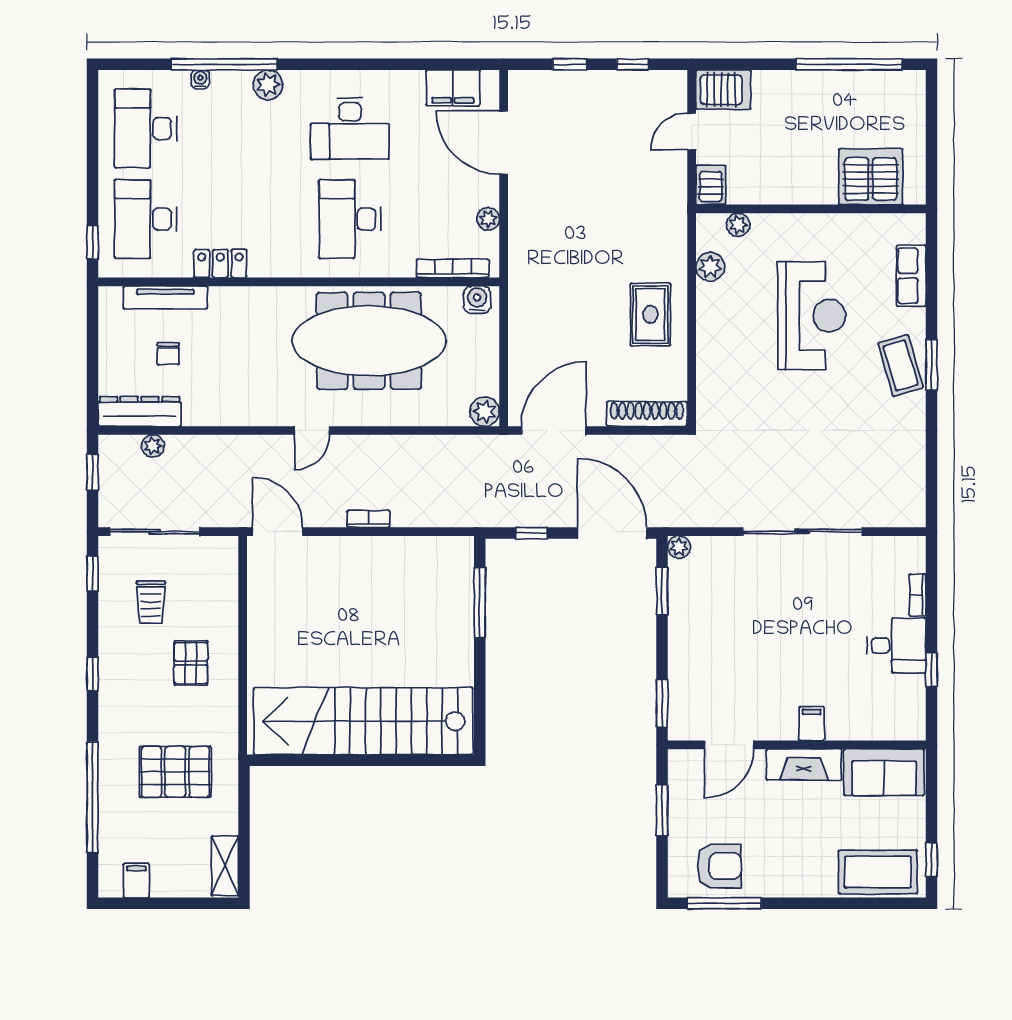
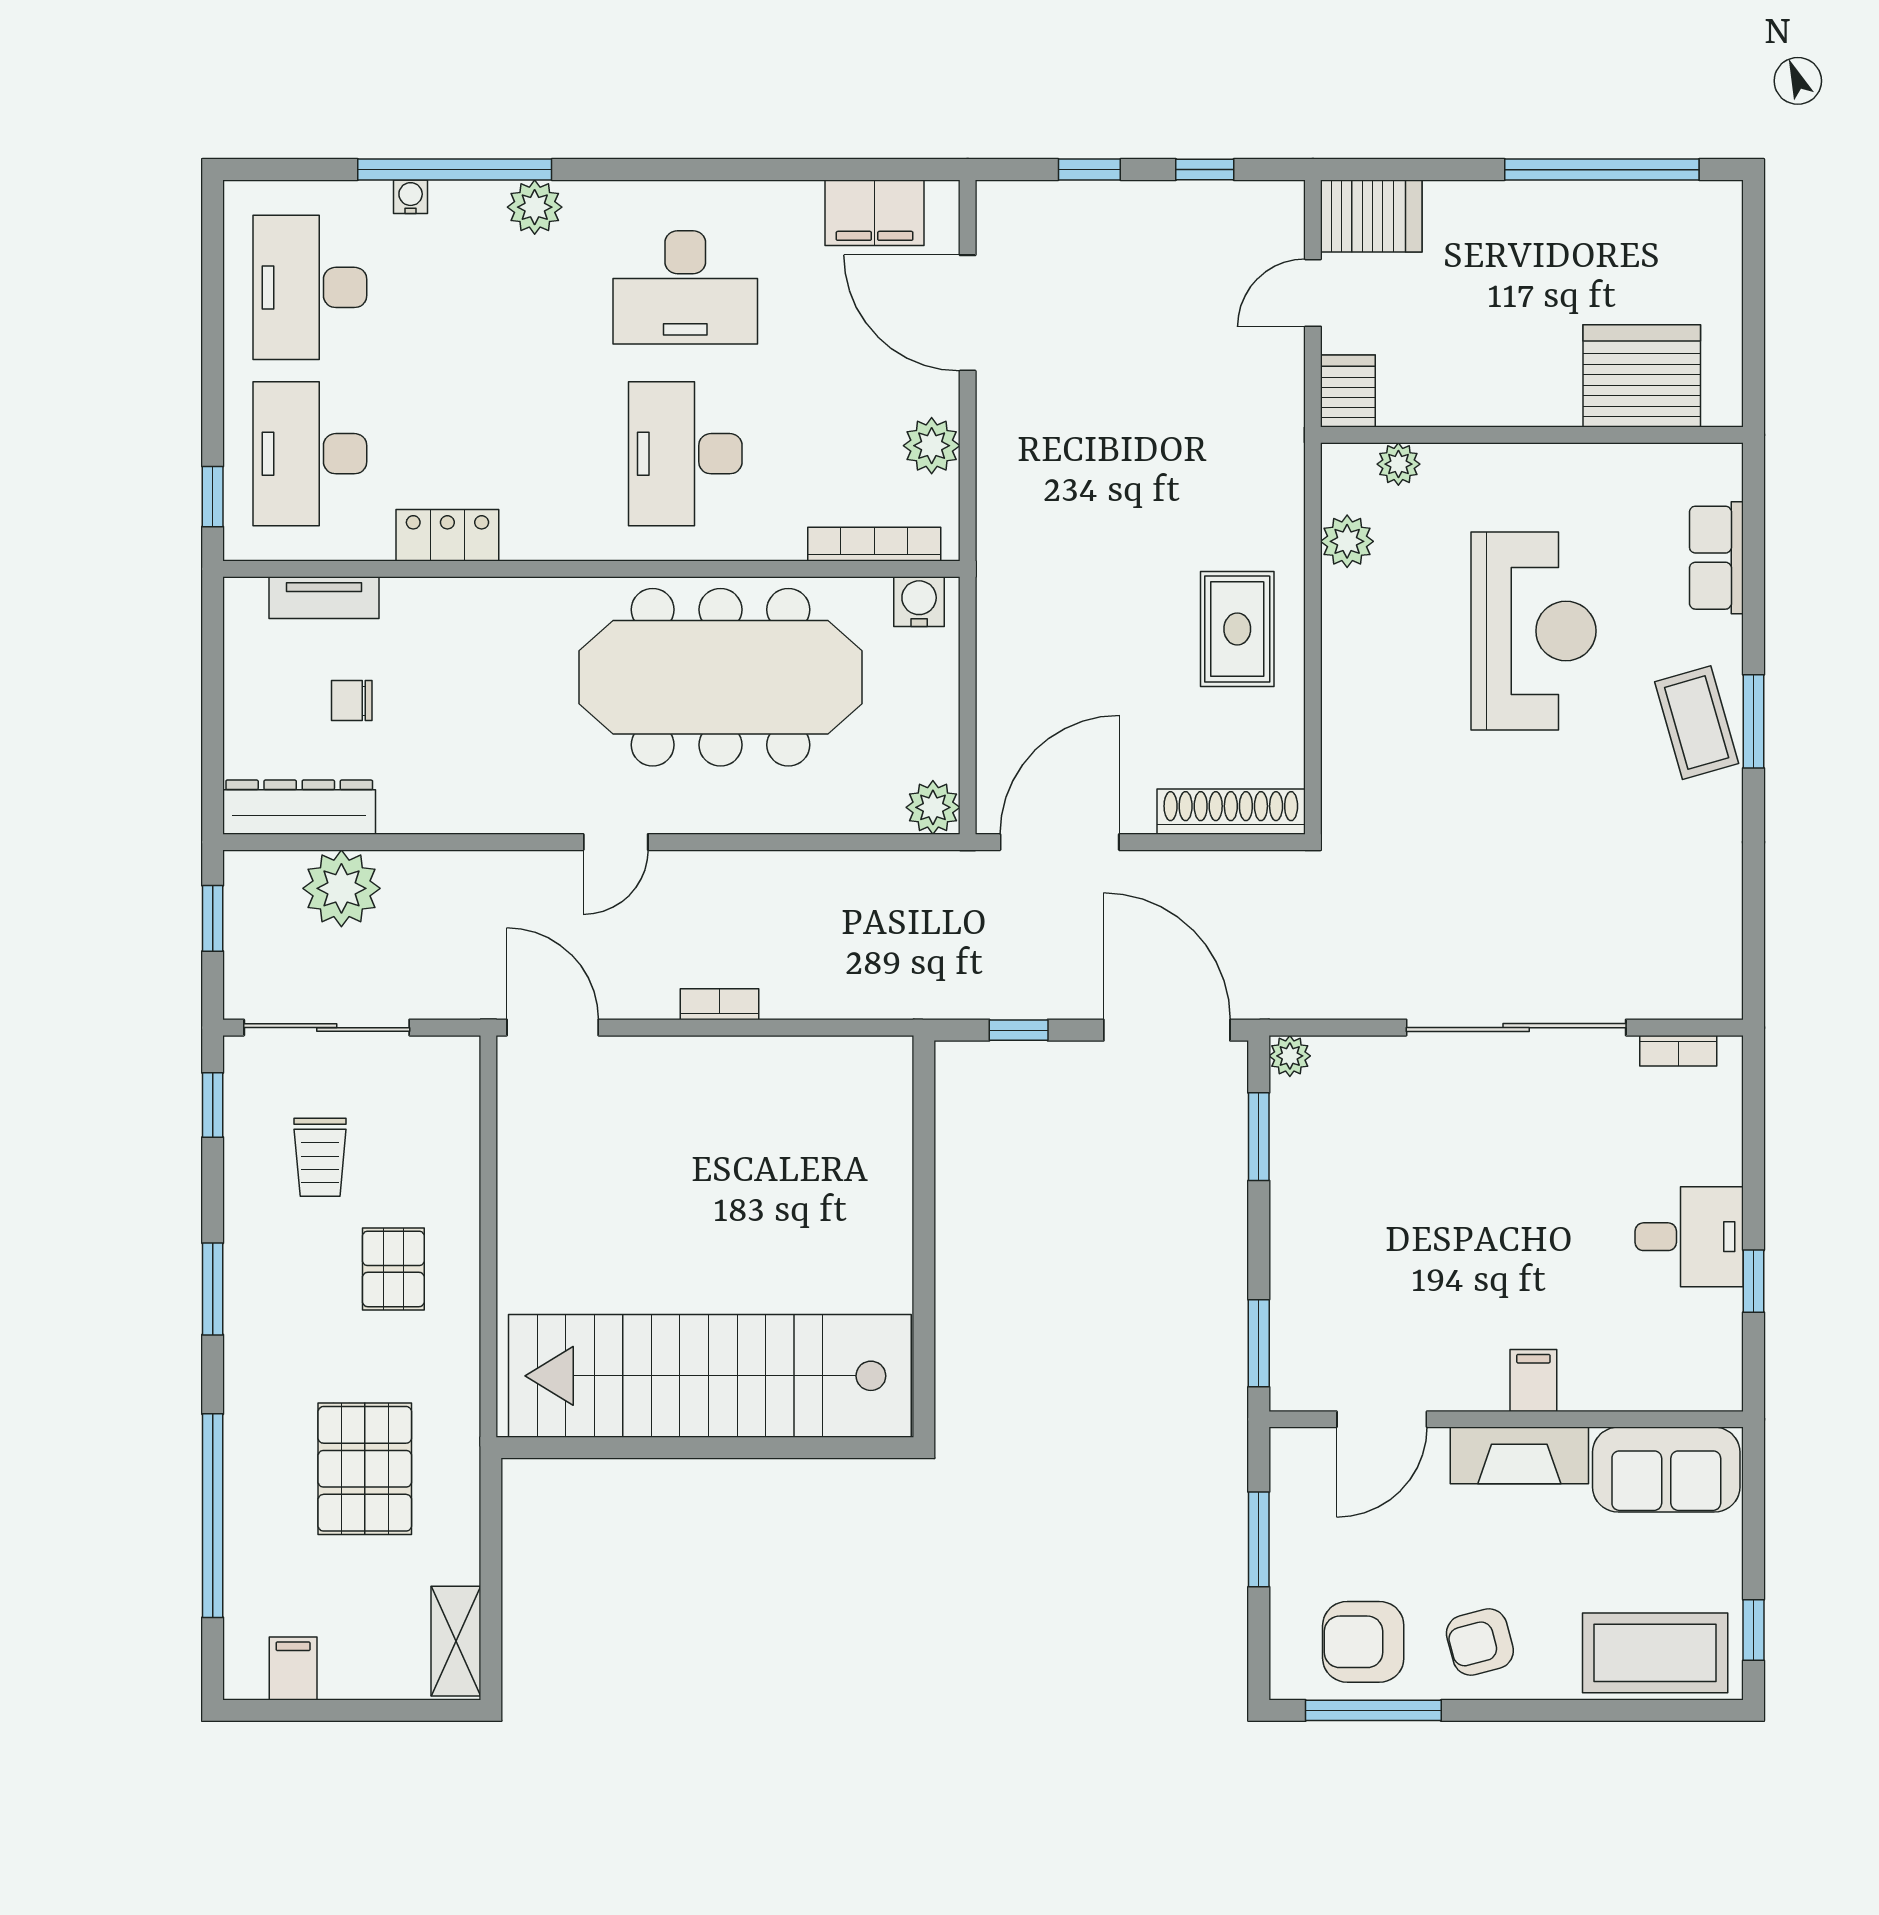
plant: (488, 219) -> (932, 446), width x1.38, depth x1.38
tv unit: (165, 297) -> (324, 598), width x0.71
chair: (168, 354) -> (352, 701), turned 90
plant: (153, 446) -> (341, 888), width x1.88, depth x1.88
bookcase: (918, 595) -> (1678, 1051), moved, turned -90
window: (480, 602) -> (924, 1158), removed
window: (92, 674) -> (213, 1289), width x1.50
pallet: (175, 772) -> (365, 1469), turned 90
armchair: (719, 866) -> (1363, 1642), turned 180
armchair: (782, 866) -> (1480, 1642), added

